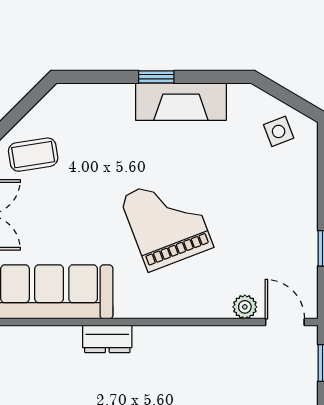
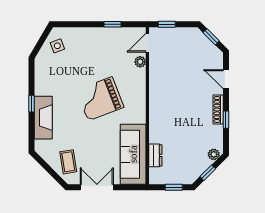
fireplace: (181, 102) -> (43, 118), moved
dresser: (107, 339) -> (155, 155), moved

